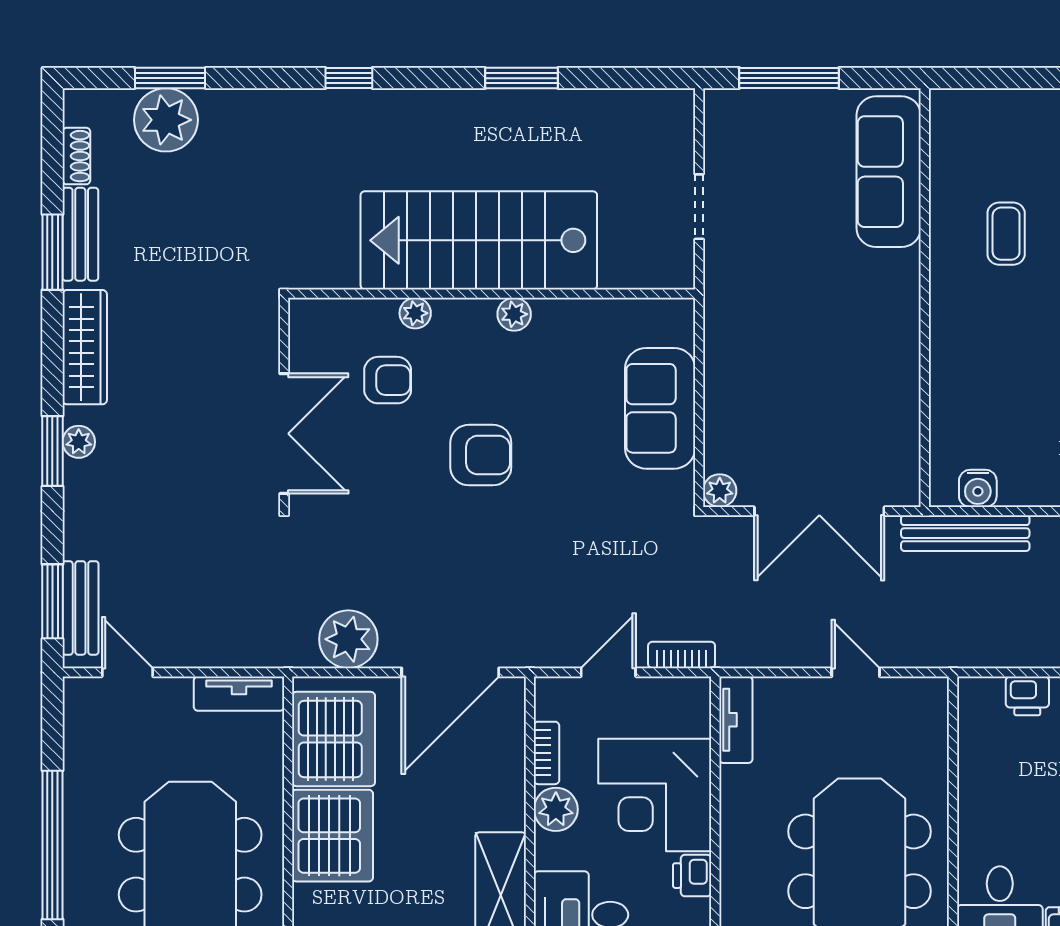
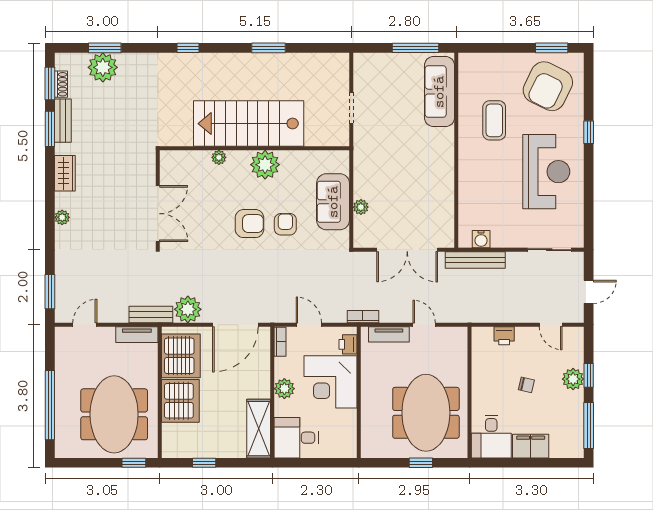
window: (789, 78) -> (415, 48), moved
coffee table: (1006, 234) -> (494, 120), width x1.36, depth x1.30
plant: (514, 314) -> (265, 165), width x1.88, depth x1.88
wardrobe: (85, 347) -> (65, 173), width x0.67
armchair: (388, 380) -> (285, 224), moved, turned -90
window: (52, 451) -> (50, 83), moved
plant: (720, 491) -> (361, 207), moved
bench: (80, 608) -> (151, 315), moved, turned 90
bookcase: (682, 655) -> (363, 317), moved
door: (127, 672) -> (85, 325), hinge flipped
door: (608, 672) -> (309, 325), hinge flipped
tv unit: (736, 720) -> (389, 334), moved, turned 90
bookcase: (547, 753) -> (280, 342), moved
printer: (692, 876) -> (348, 344), moved

